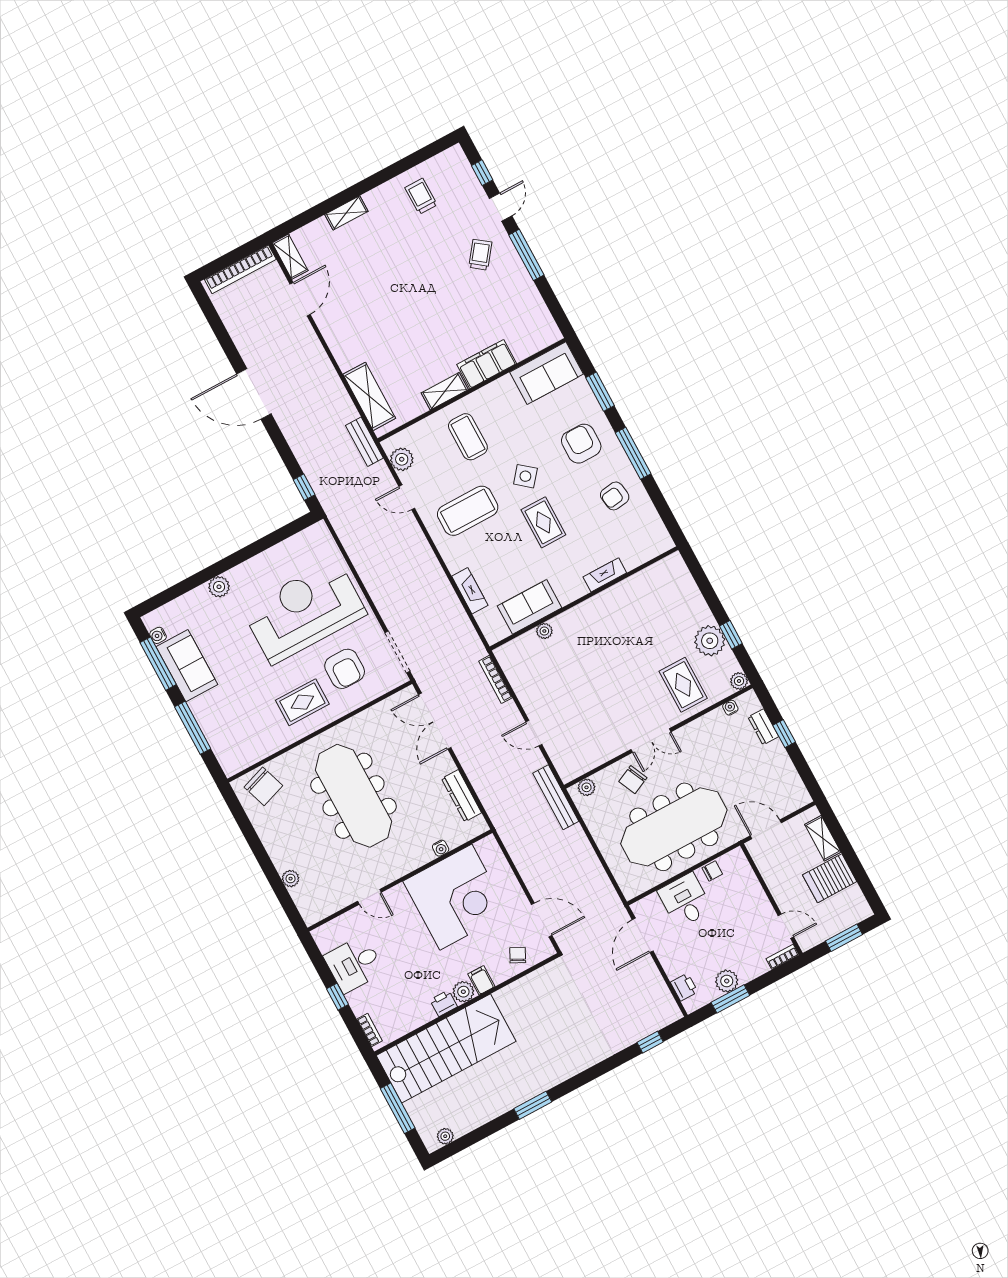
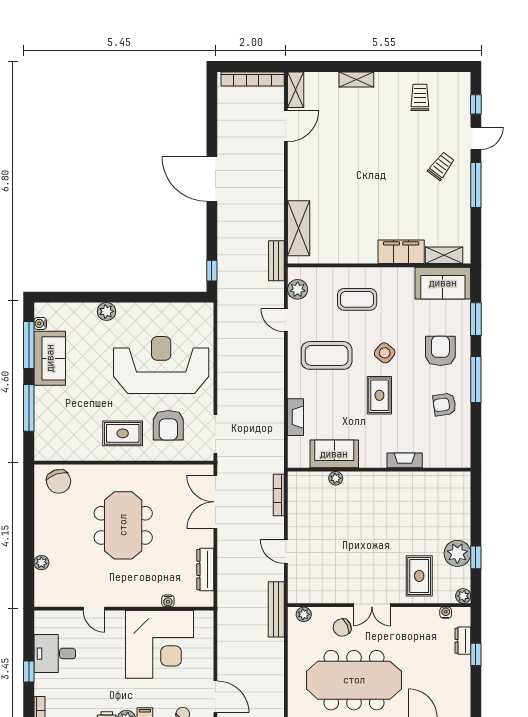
shelving: (445, 391) -> (444, 255), moved
coffee table: (468, 437) -> (357, 299), turned 90
meeting table: (354, 796) -> (123, 525), width x0.73

